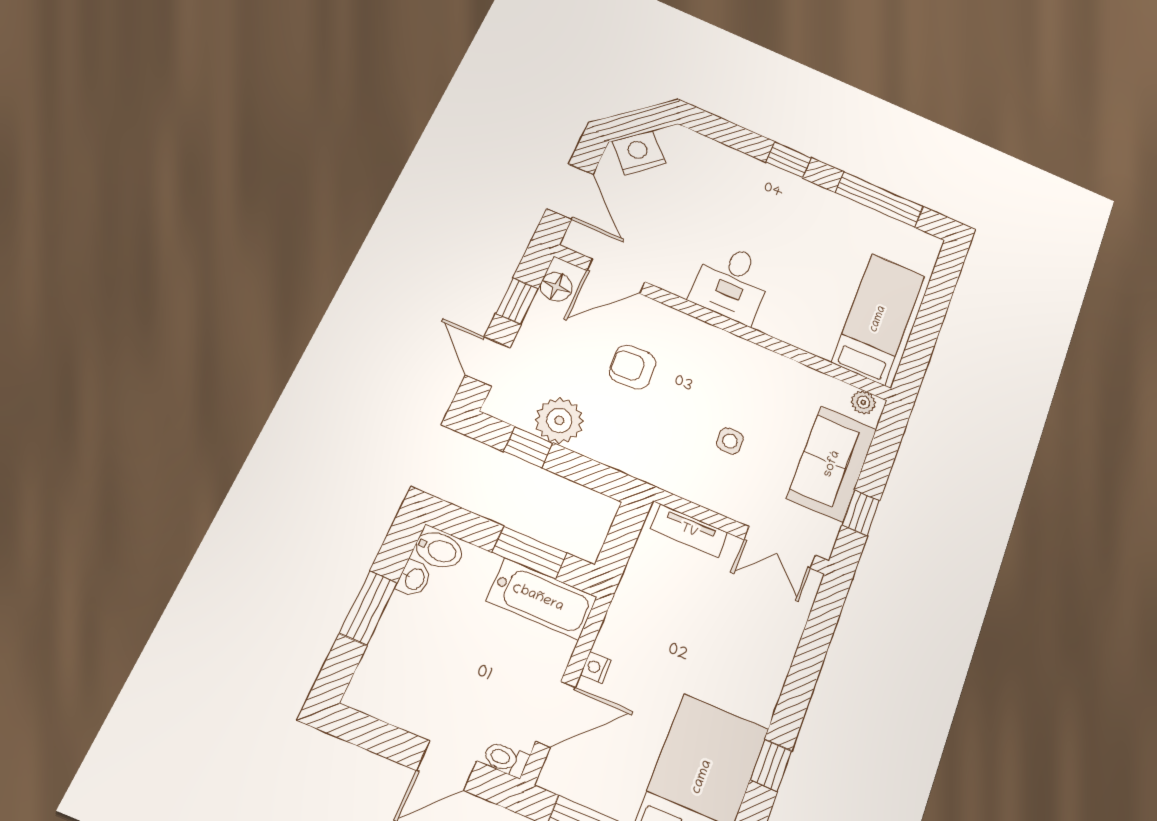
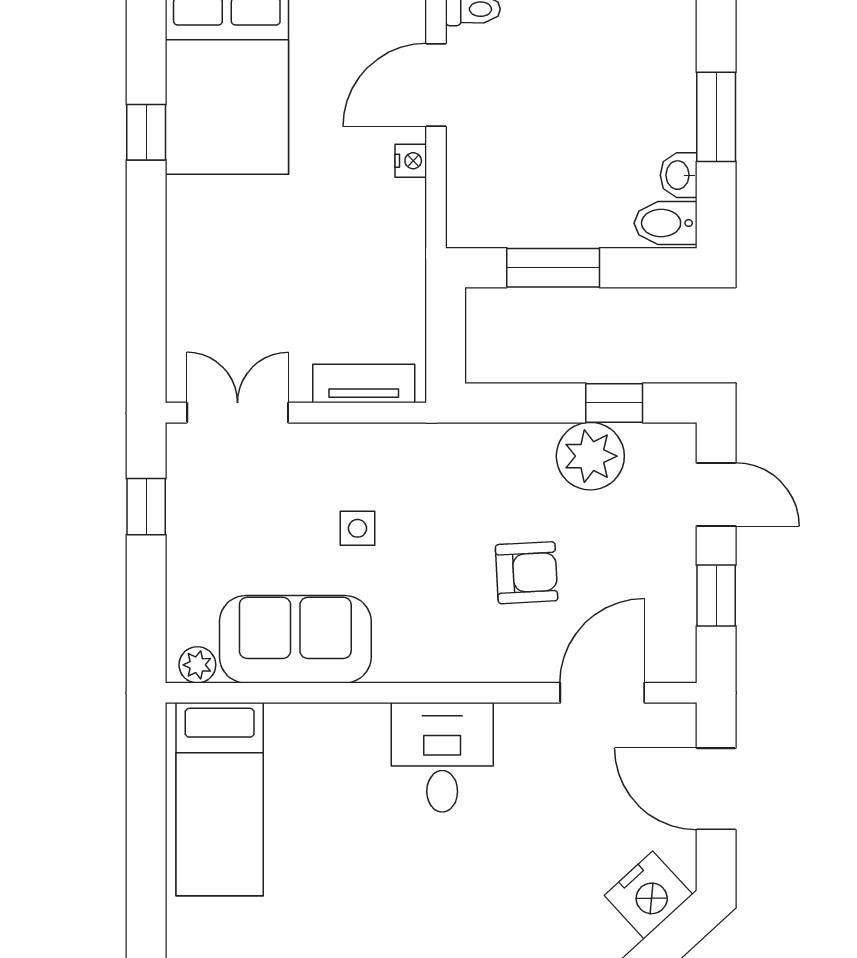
floor lamp: (556, 287) -> (674, 640), removed
sofa: (832, 464) -> (295, 639), moved, turned -90
bathtub: (542, 599) -> (513, 217), removed

